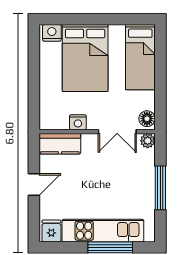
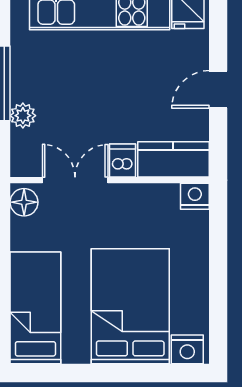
nightstand: (78, 122) -> (195, 196), moved
plant: (148, 141) -> (23, 116), moved
dishwasher: (90, 143) -> (122, 161), added

